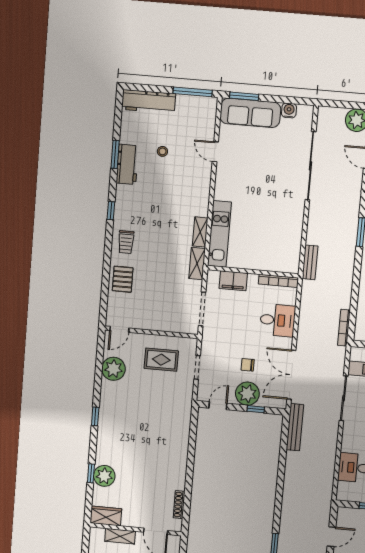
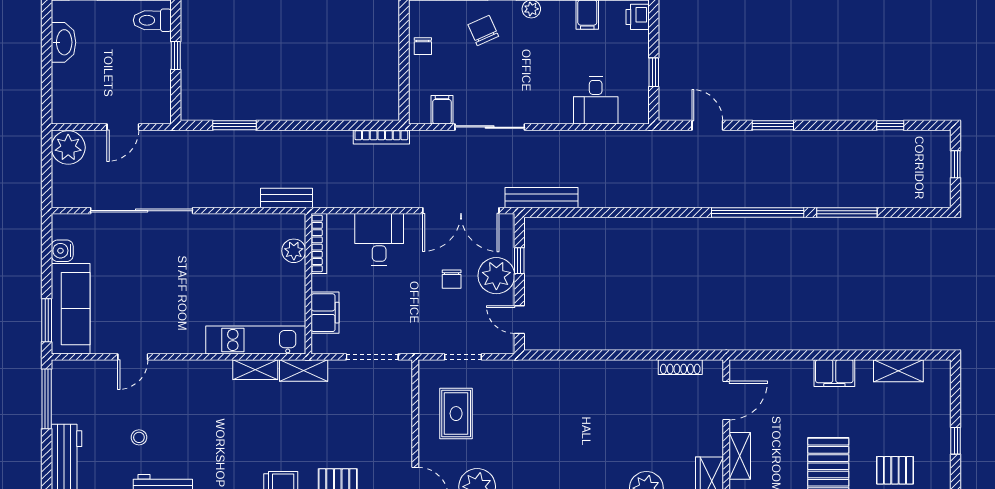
plant: (275, 264) -> (294, 251), added

